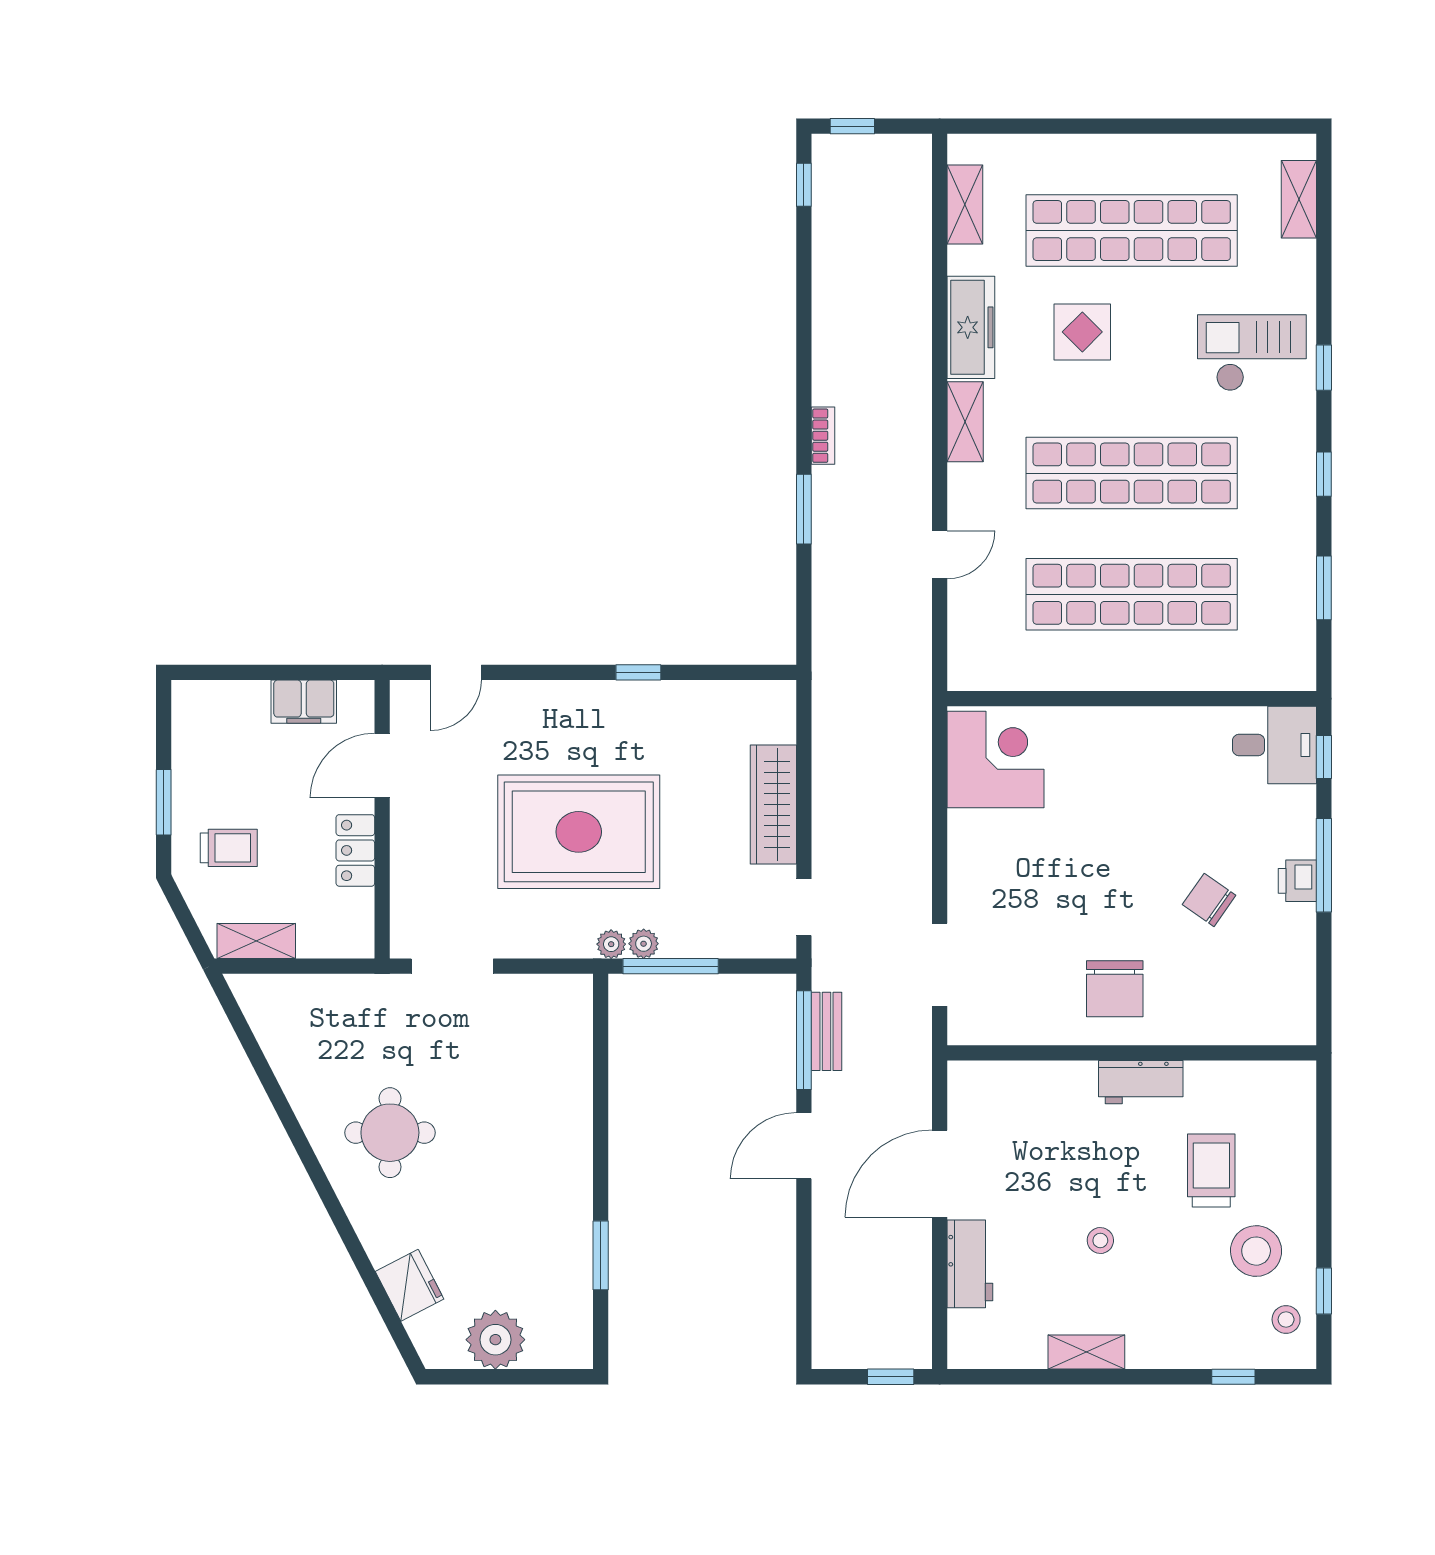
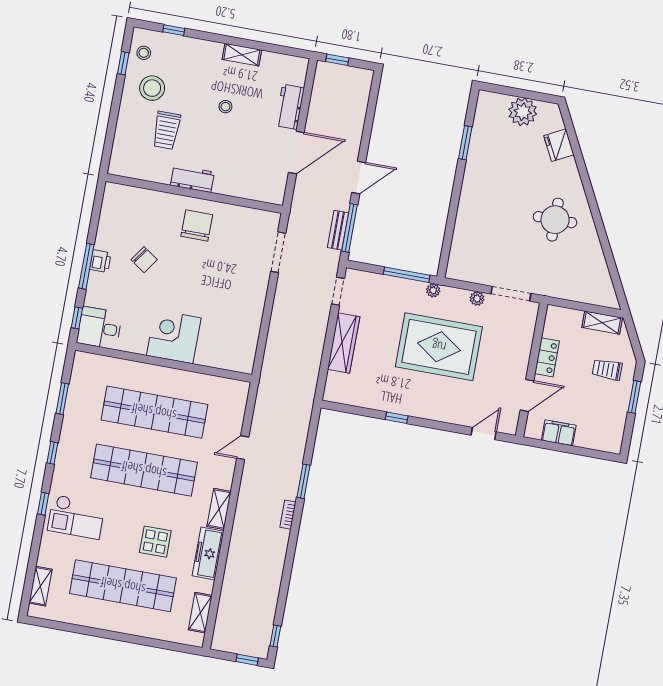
corner desk: (996, 760) -> (174, 337), moved, turned 90
plant: (644, 944) -> (477, 299), moved

